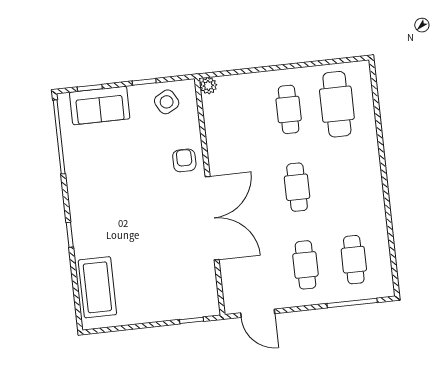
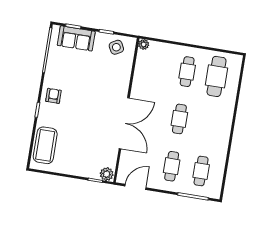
armchair: (184, 160) -> (53, 96), moved
plant: (207, 306) -> (107, 174), added
door: (258, 313) -> (135, 187), swing flipped

